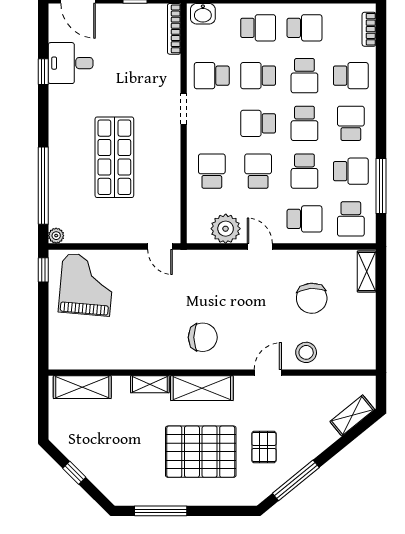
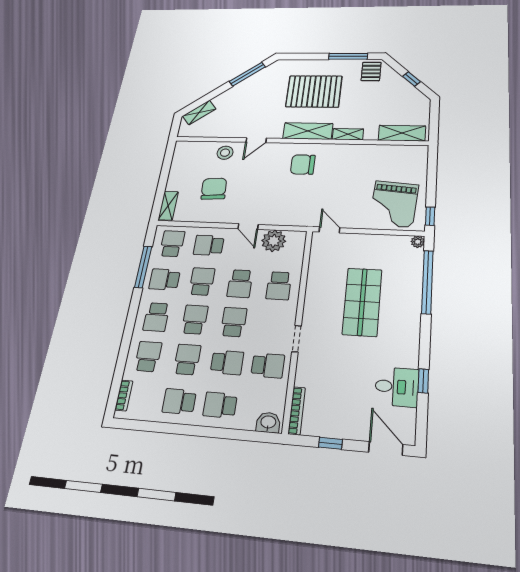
school desk: (351, 76) -> (148, 356), turned 90
school desk: (258, 123) -> (234, 322), turned -90
pallet: (264, 447) -> (371, 71), moved

